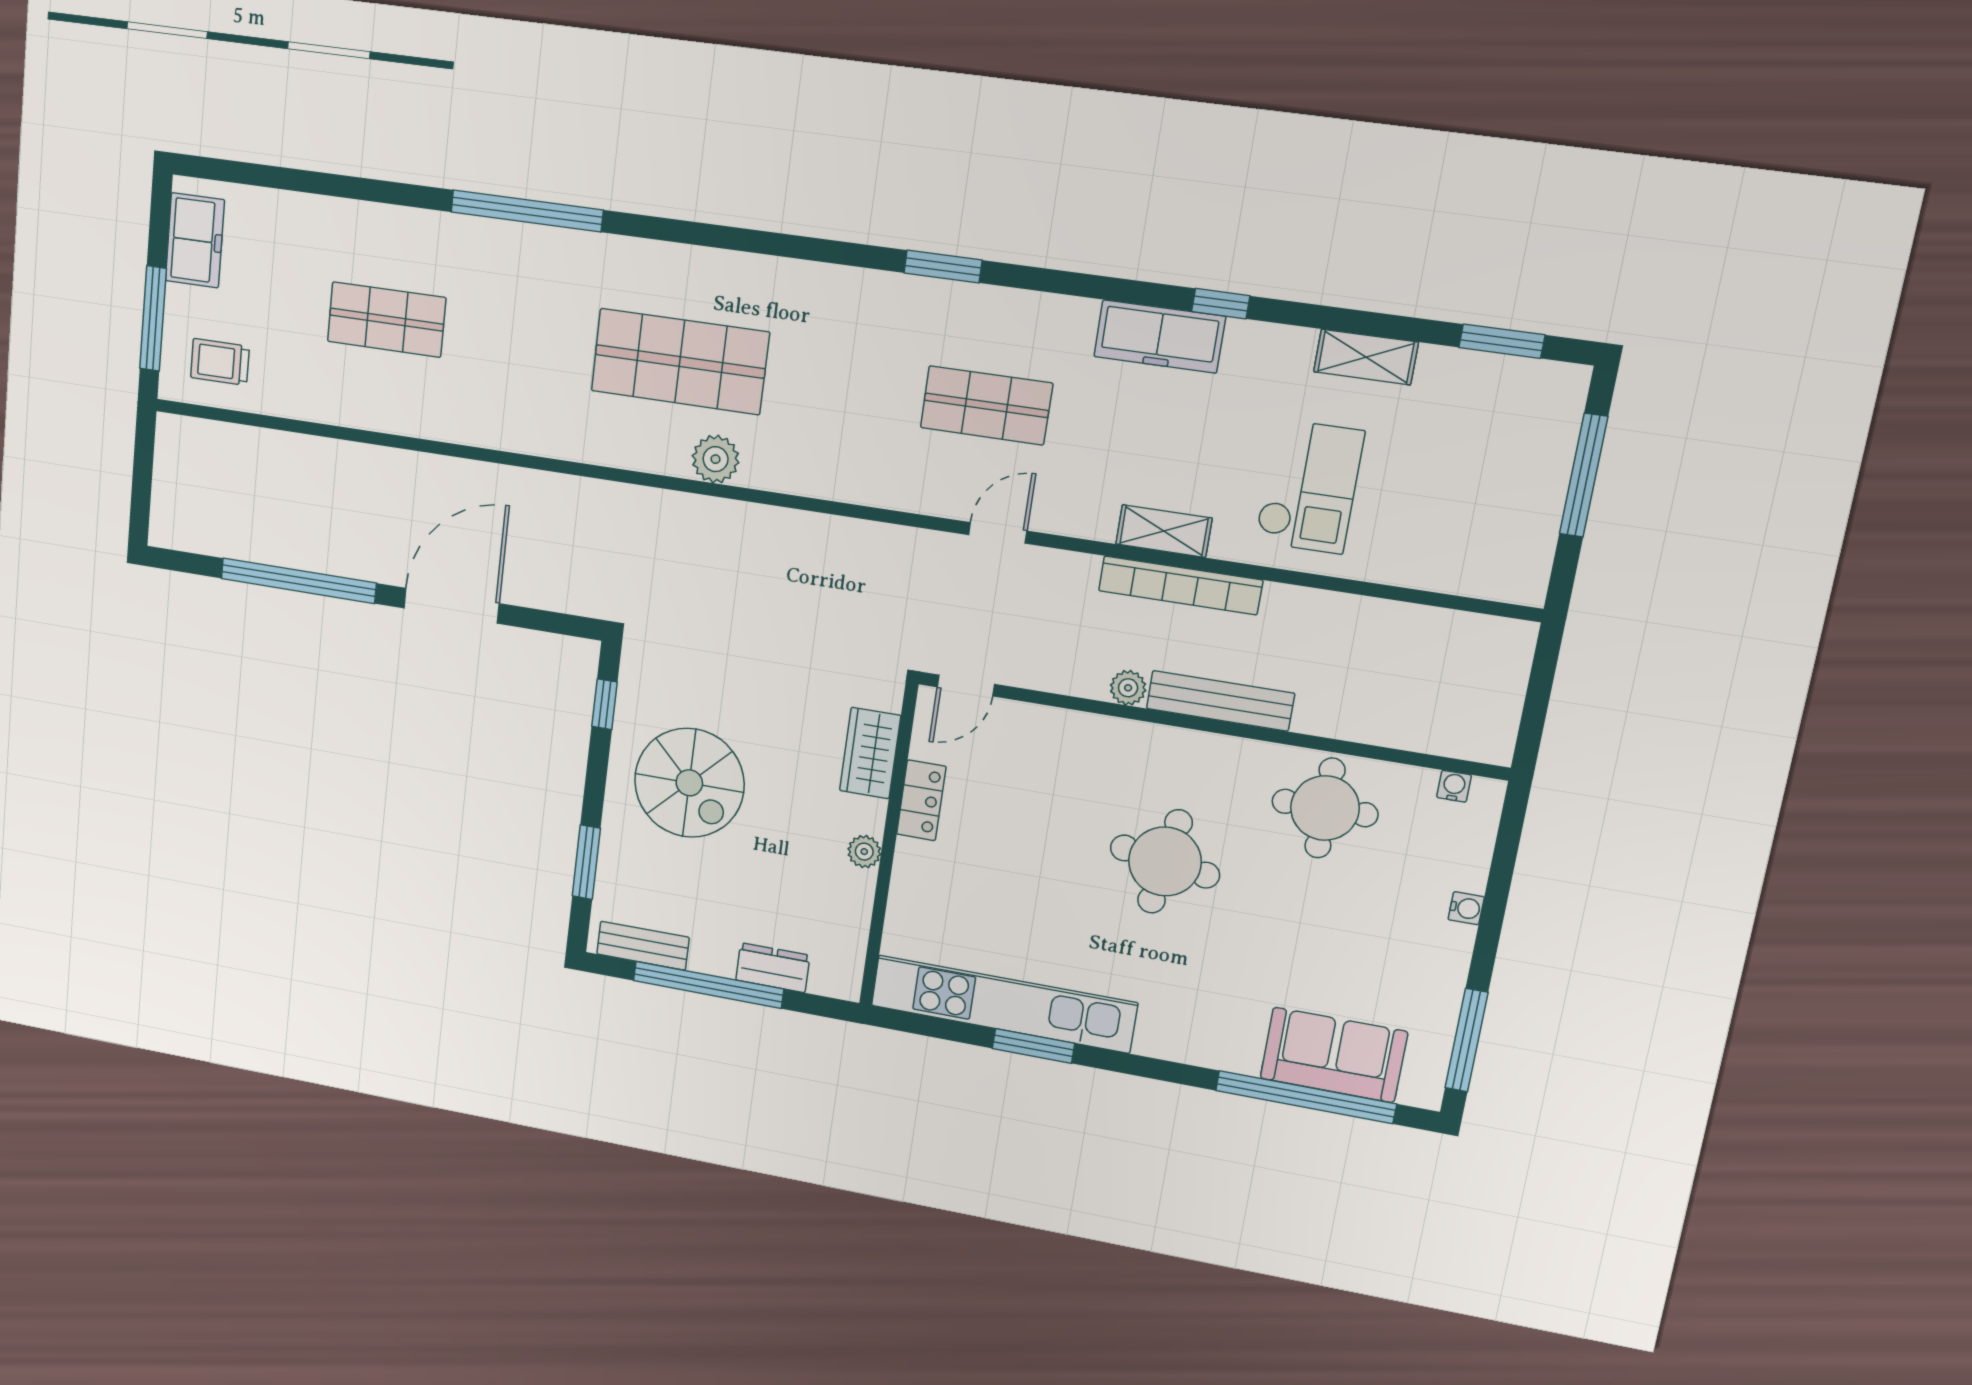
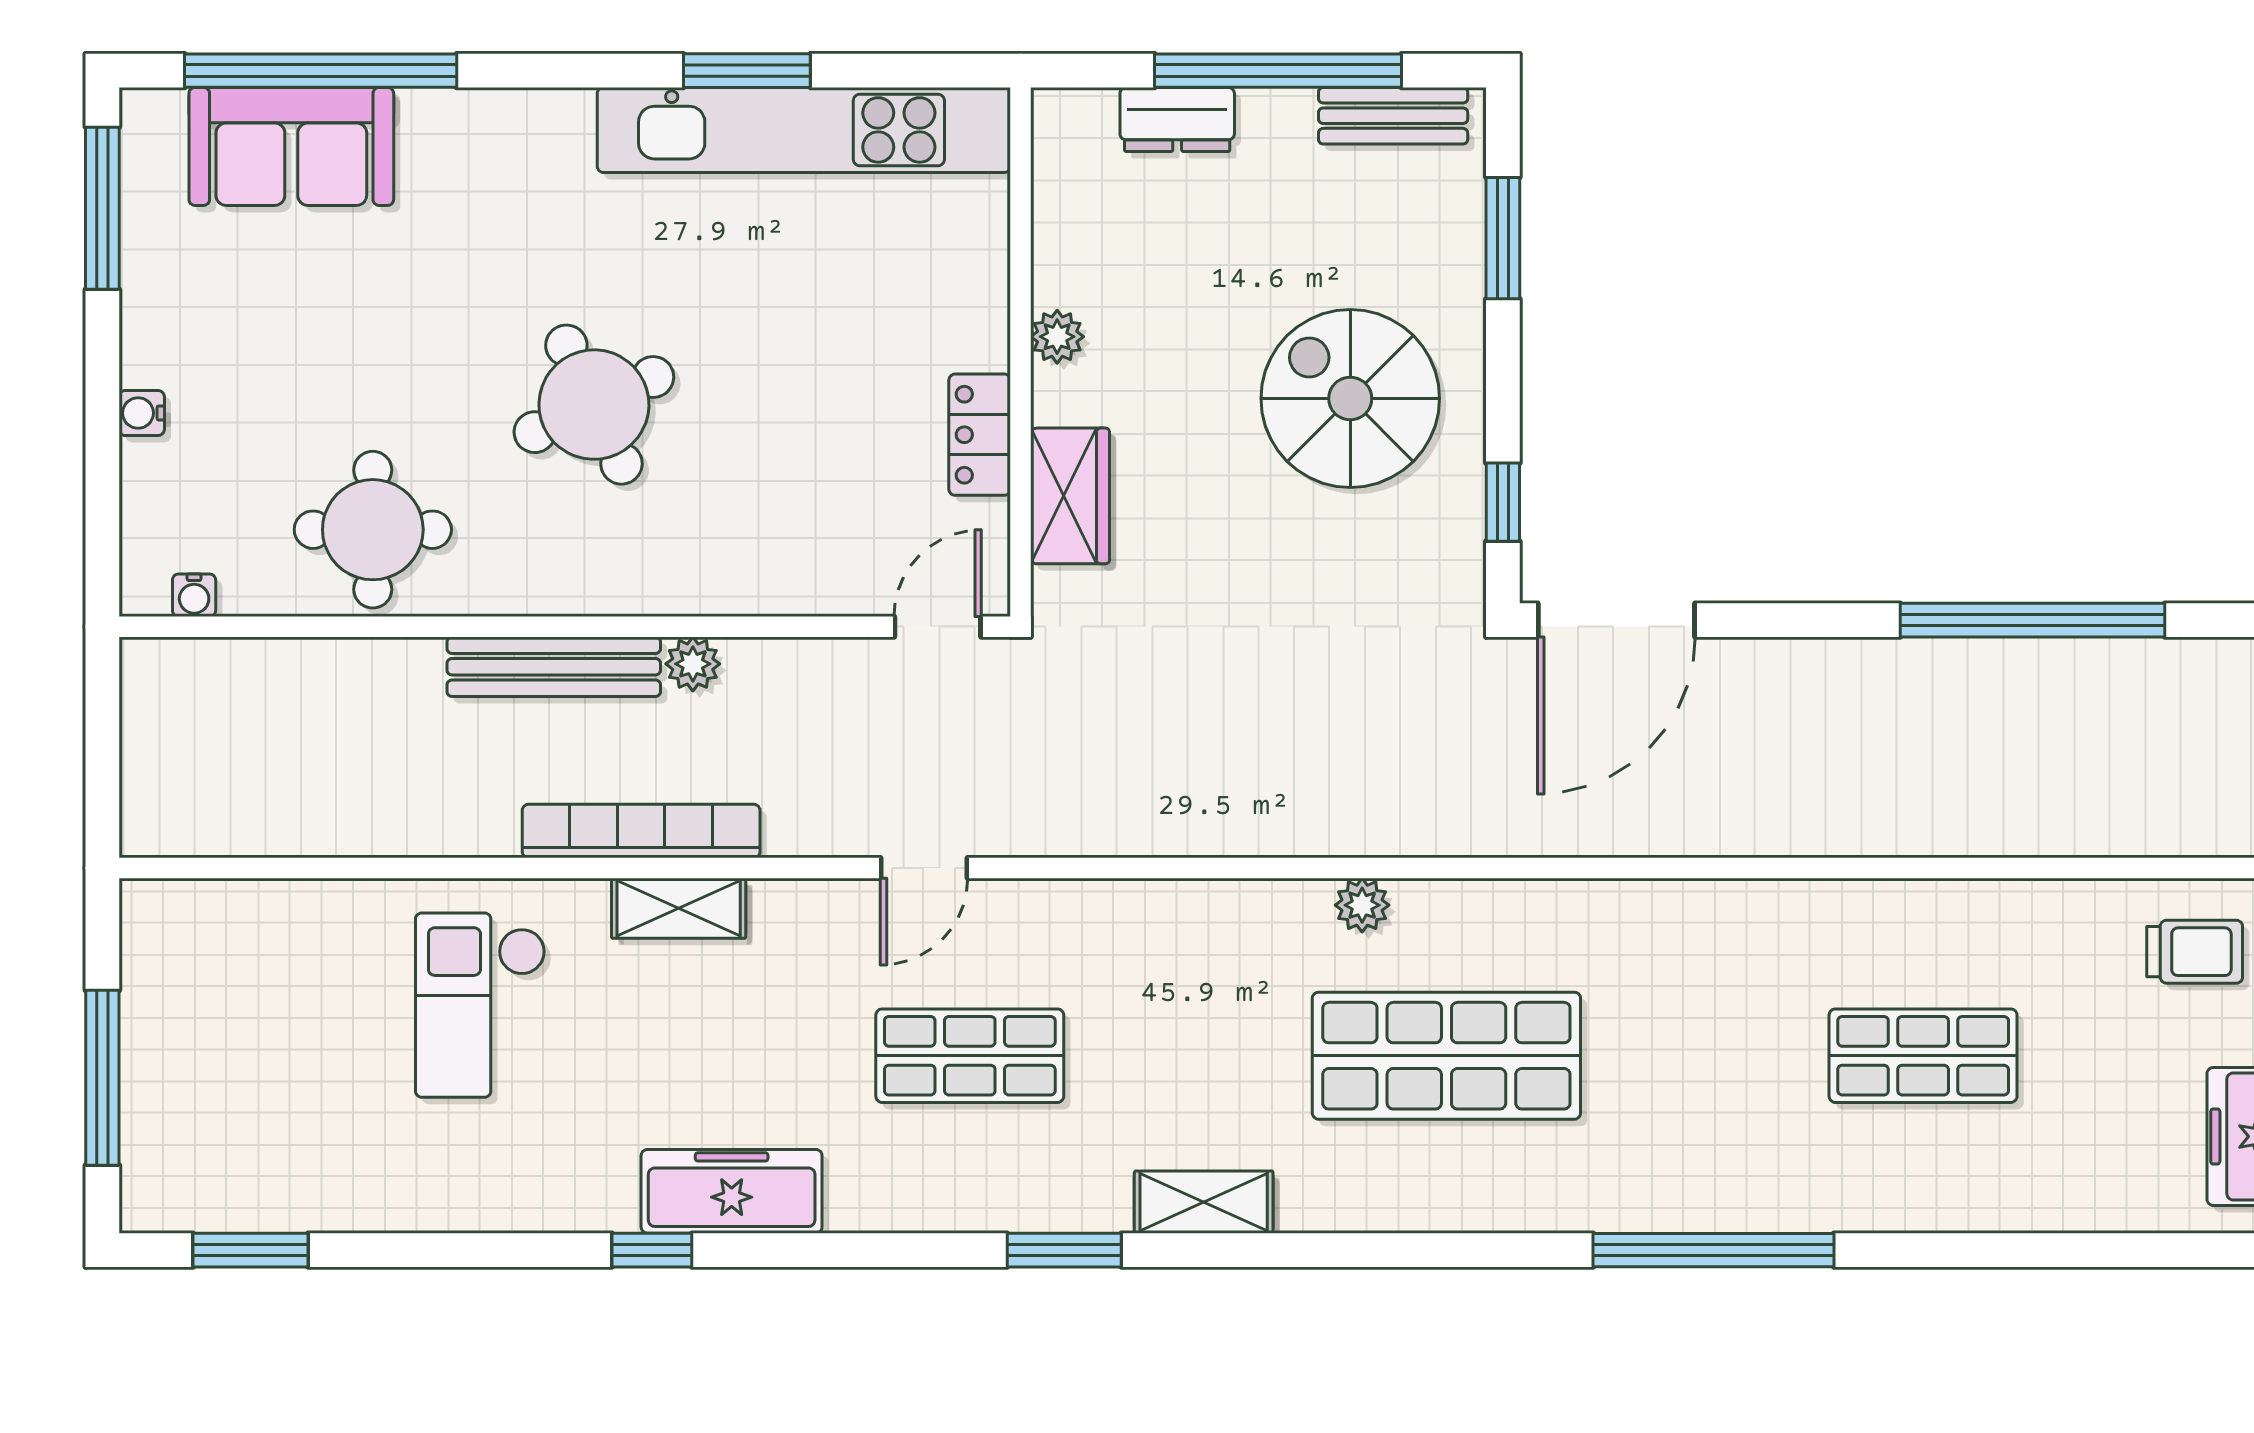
shelving: (1366, 357) -> (1204, 1202), moved
plant: (716, 459) -> (1362, 905), width x0.73, depth x0.73
door: (451, 606) -> (1616, 620), moved
round table: (1165, 862) -> (594, 405), turned -34

